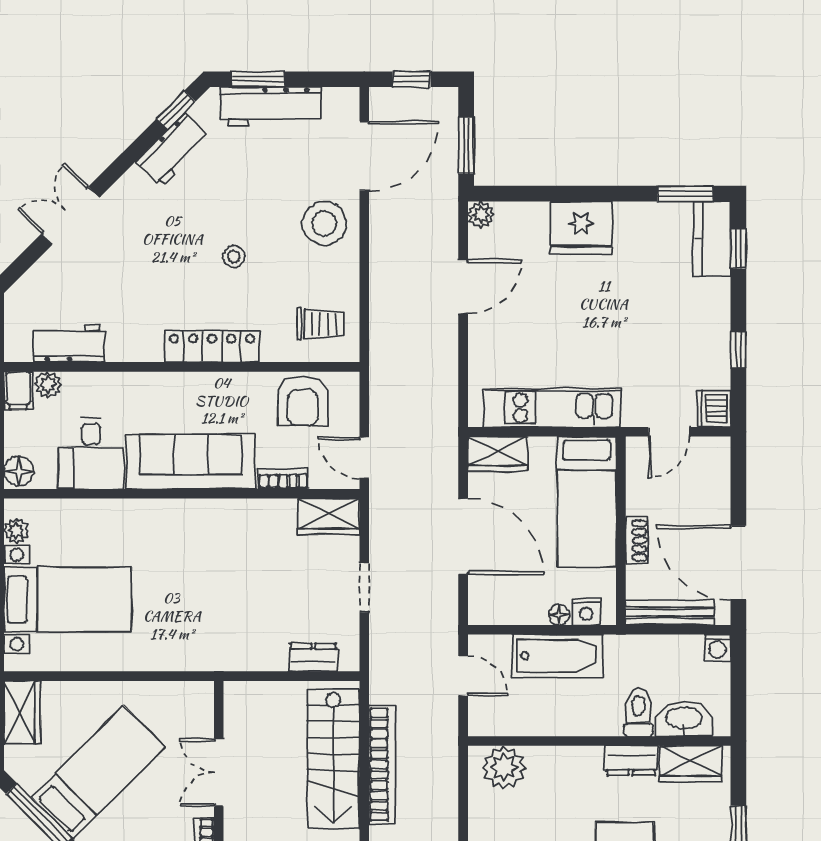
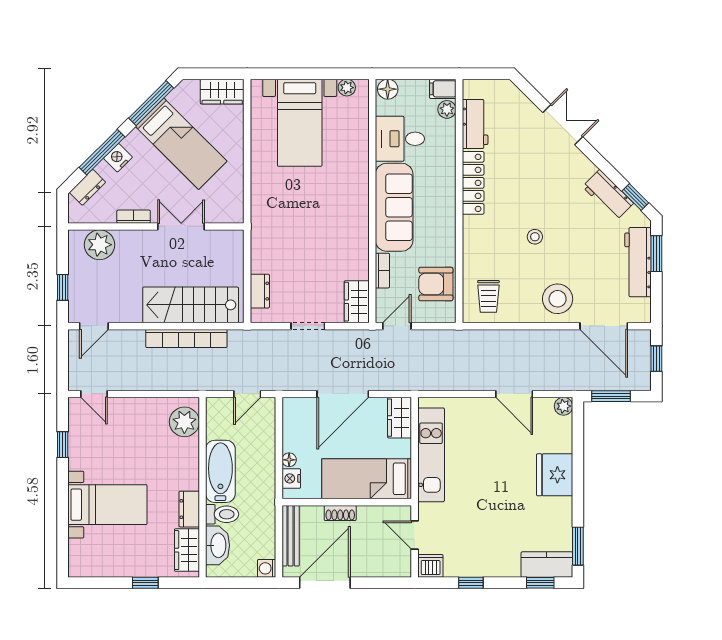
locker: (212, 347) -> (473, 183), moved
bathtub: (558, 656) -> (220, 471), moved, turned 180

